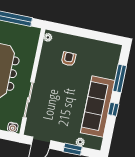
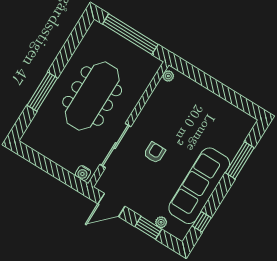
armchair: (69, 59) -> (155, 153), moved
window: (113, 109) -> (202, 222), moved

